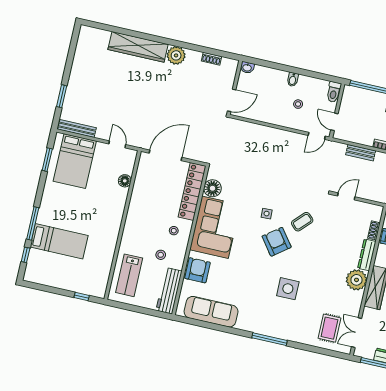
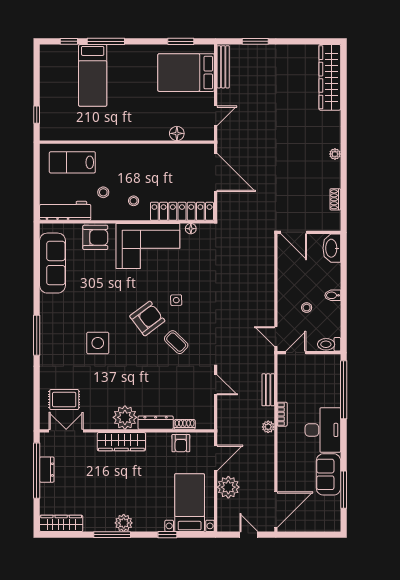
wardrobe: (138, 47) -> (330, 77), moved
plant: (176, 55) -> (335, 154), width x0.53, depth x0.53
washbasin: (247, 68) -> (332, 248), width x1.91, depth x1.45
floor lamp: (212, 188) -> (191, 229), width x0.53, depth x0.53

